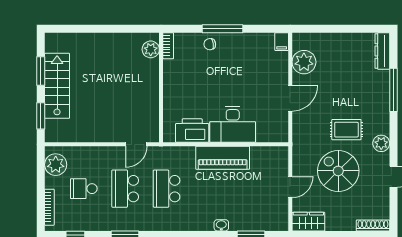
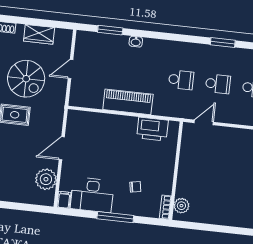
chair: (210, 44) -> (135, 187), moved
desk: (233, 125) -> (92, 195), moved, turned 180
school desk: (125, 189) -> (218, 84), width x0.54
school desk: (167, 189) -> (181, 80), width x0.54
wardrobe: (308, 222) -> (39, 34), moved

